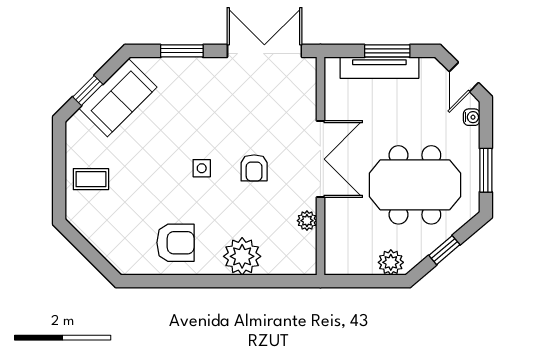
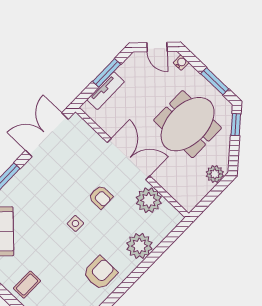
tv unit: (379, 68) -> (106, 91), width x0.71
plant: (307, 221) -> (149, 200), width x1.87, depth x1.87
window: (444, 250) -> (236, 125), moved

